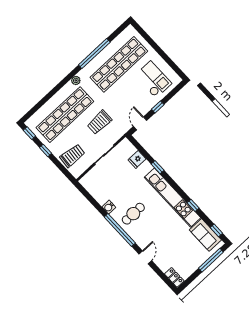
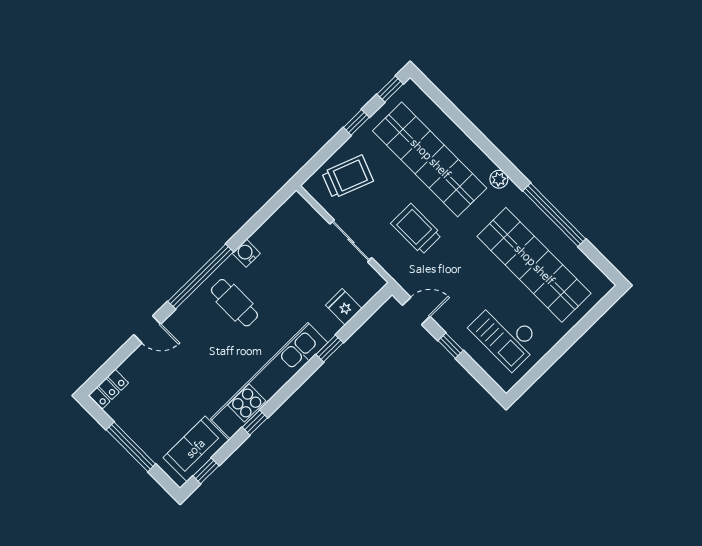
checkout: (153, 80) -> (505, 335), turned 90
trolley: (72, 156) -> (348, 177), turned -74
window: (211, 260) -> (131, 447), moved

